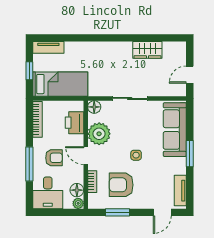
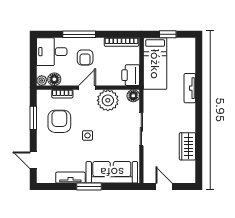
tv unit: (48, 47) -> (190, 88), moved
printer: (74, 123) -> (131, 75), moved, turned -90
tv unit: (180, 191) -> (70, 178), moved

